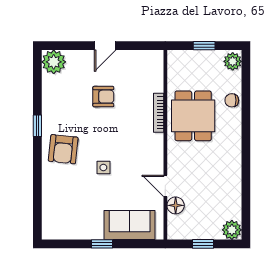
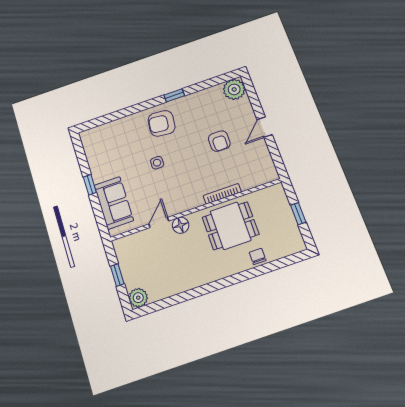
door: (105, 46) -> (265, 127), hinge flipped
plant: (233, 61) -> (294, 245), removed
floor lamp: (176, 205) -> (181, 225), moved

